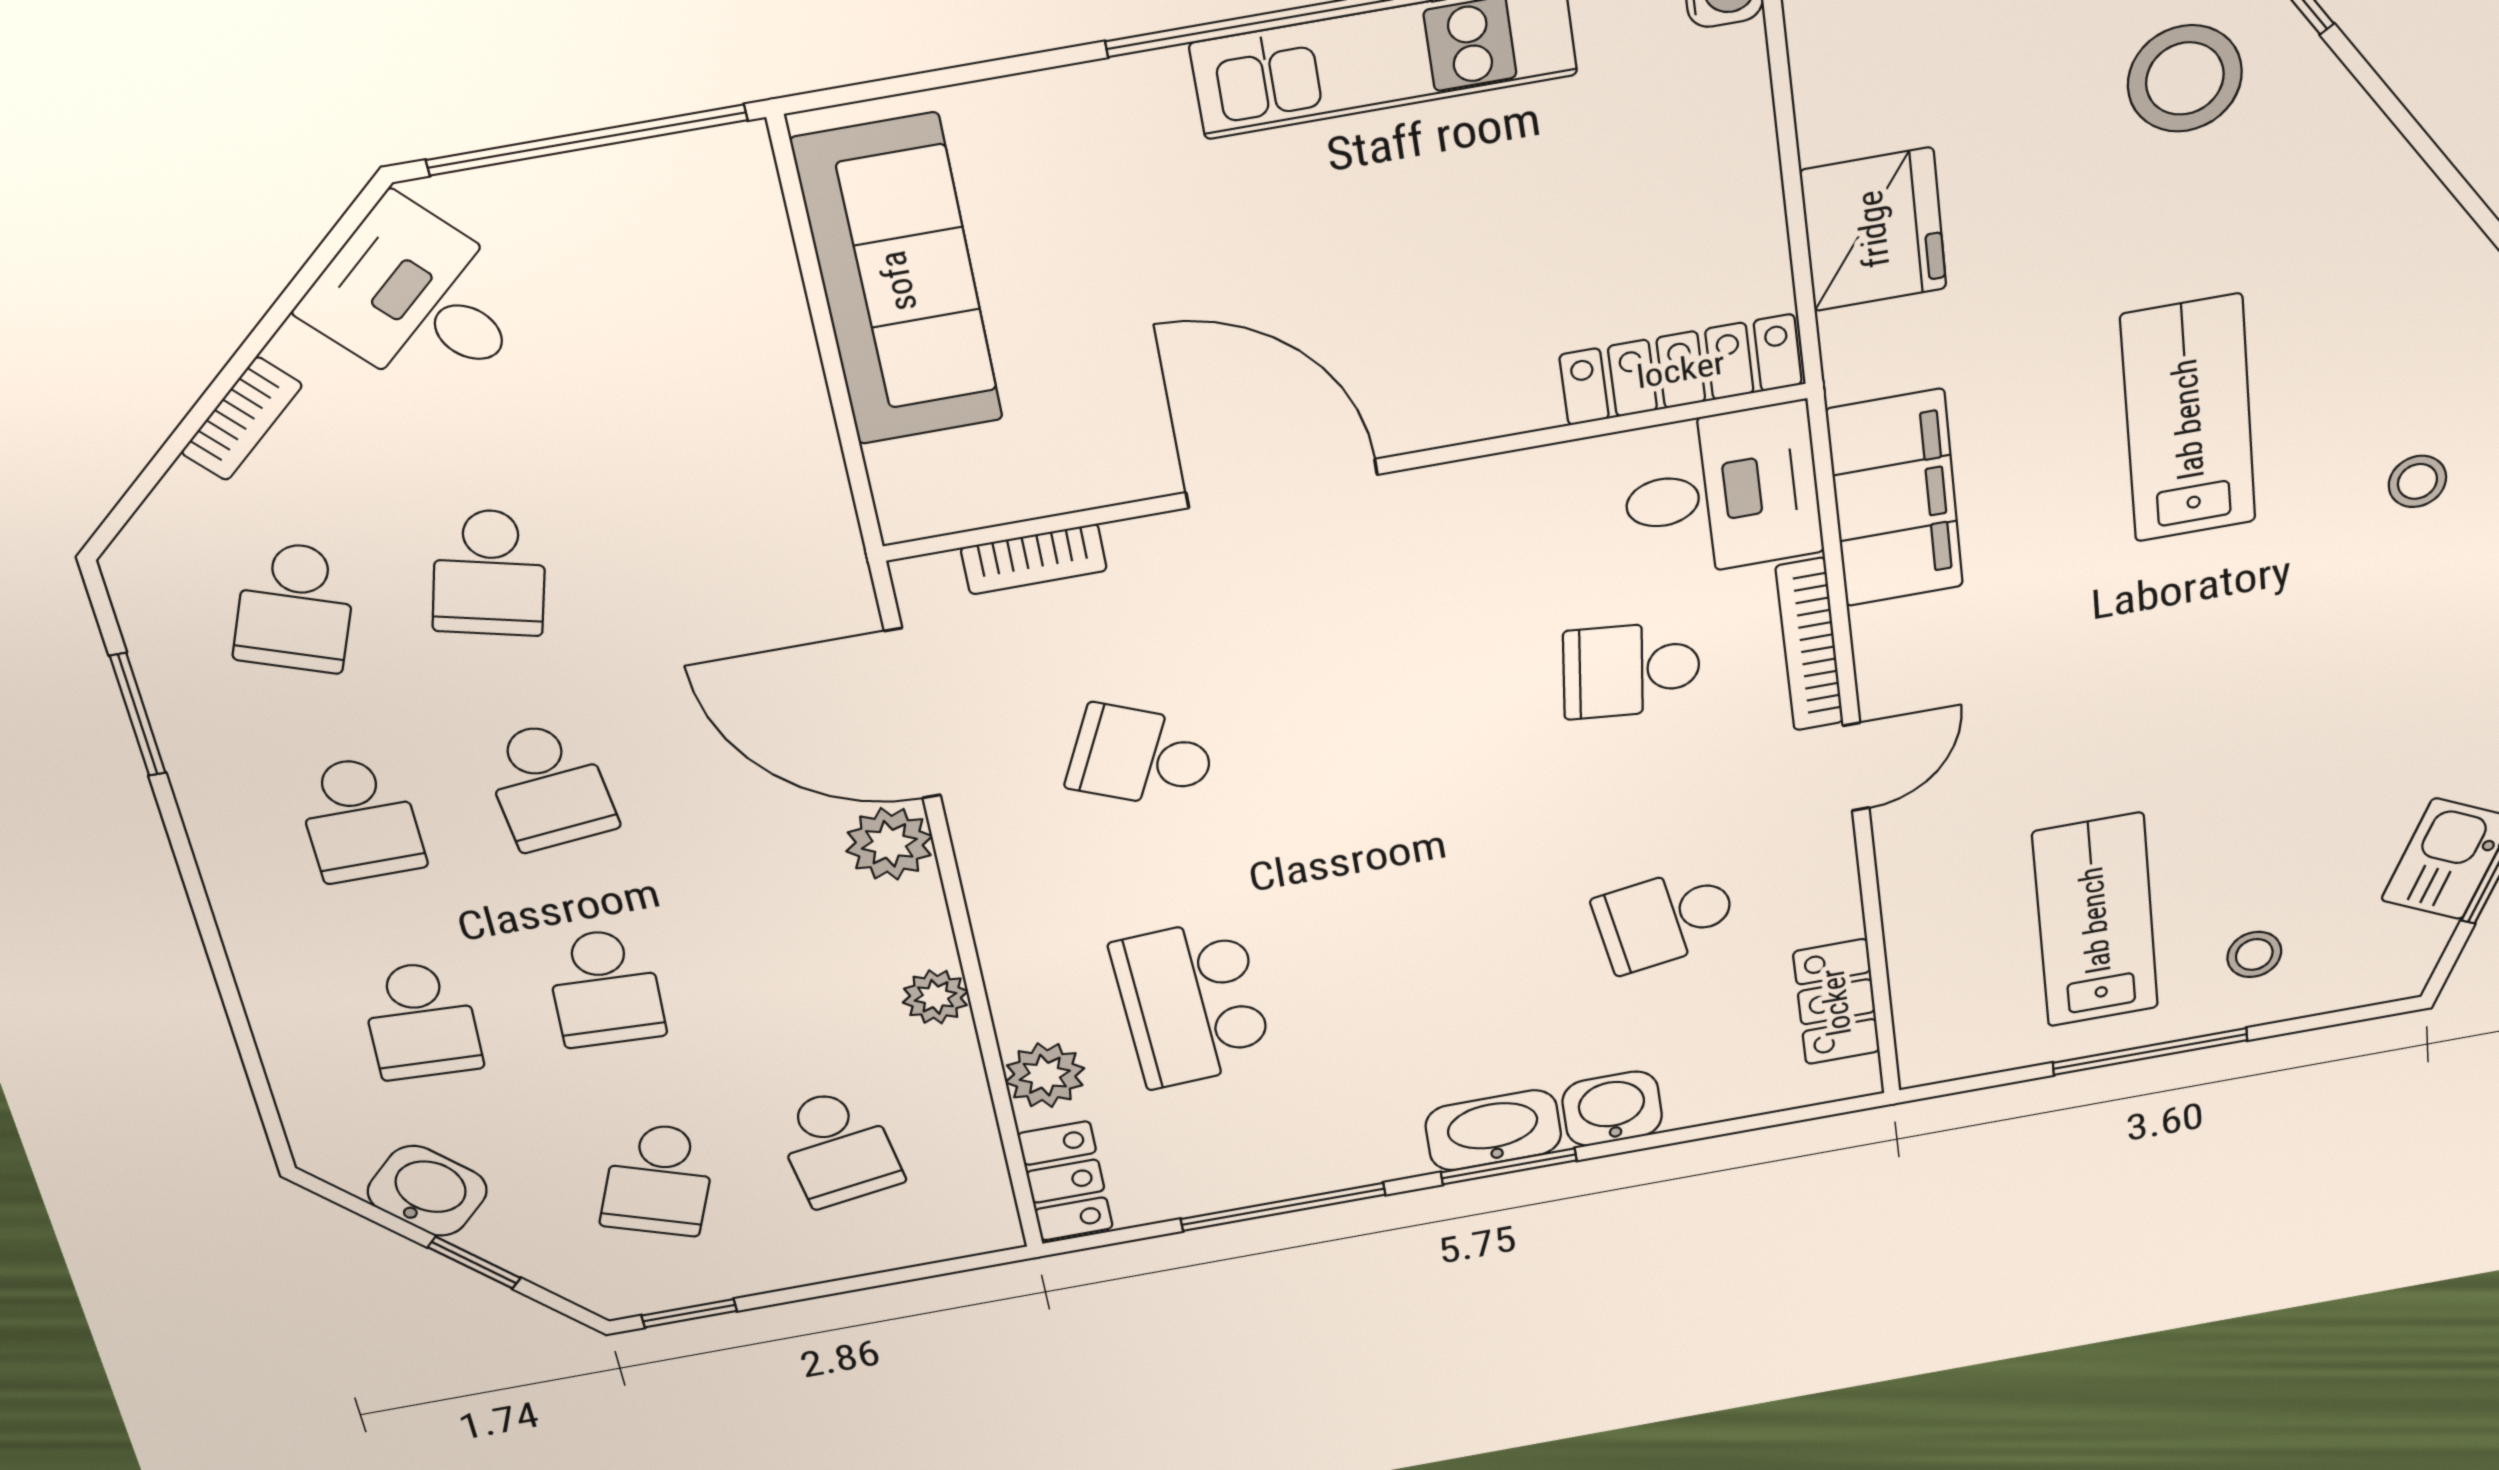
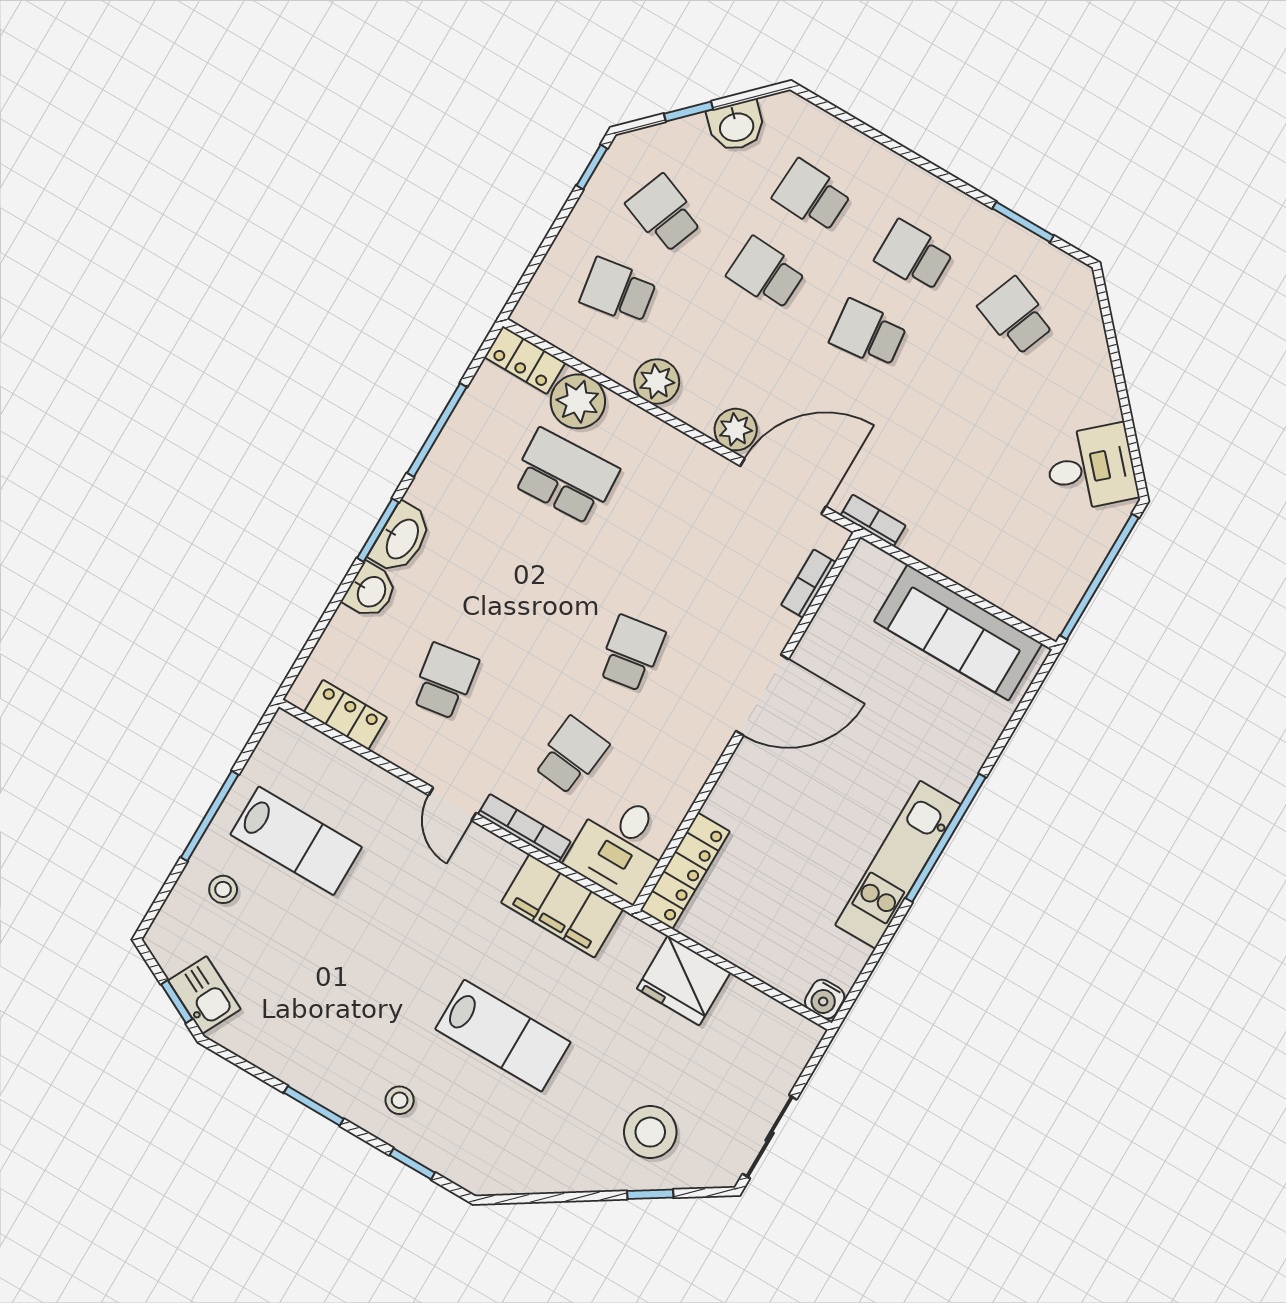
bookcase: (242, 419) -> (873, 521), moved, turned 132
school desk: (489, 573) -> (970, 394), removed
school desk: (1142, 757) -> (631, 653), moved, turned -33
plant: (935, 997) -> (657, 382), width x1.38, depth x1.38
plant: (1045, 1075) -> (578, 401), width x1.36, depth x1.36

